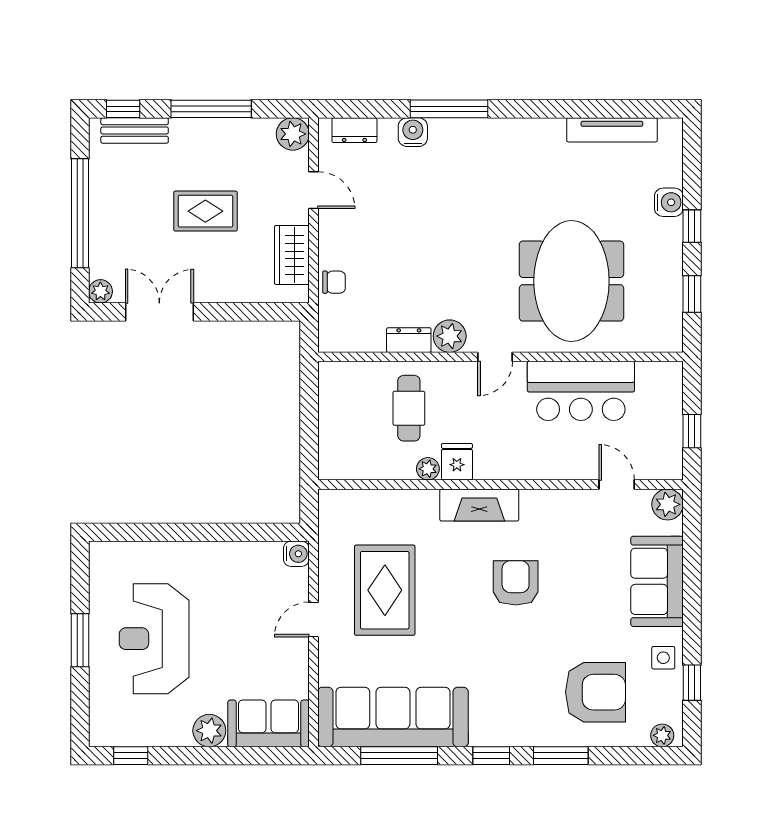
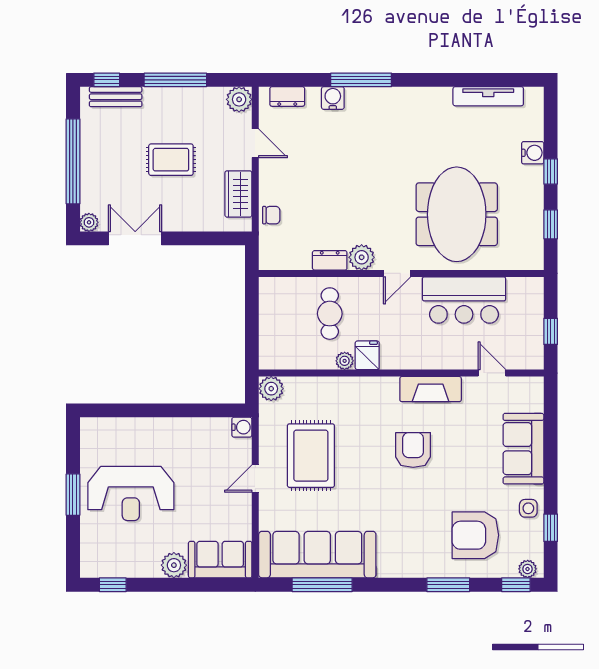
plant: (668, 504) -> (271, 389), moved
fireplace: (479, 505) -> (431, 389), moved
reception desk: (154, 639) -> (131, 493), turned -90
armchair: (595, 692) -> (475, 535), turned 180
window: (491, 756) -> (516, 585), moved

